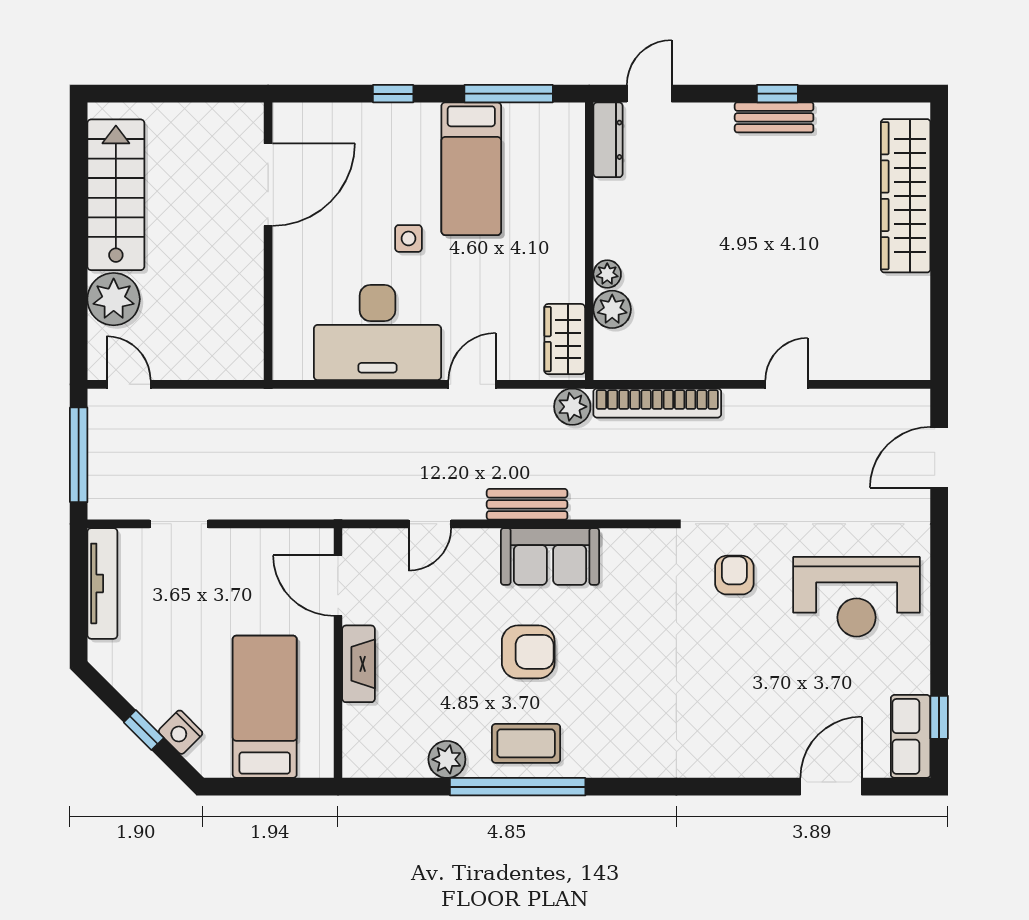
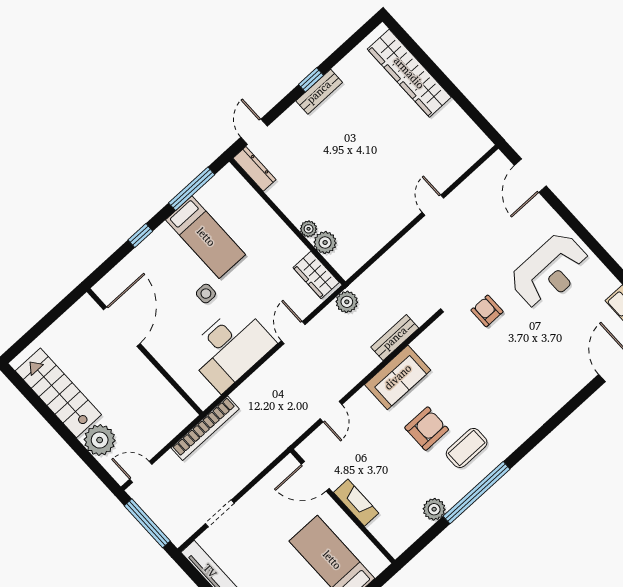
bookcase: (657, 403) -> (205, 428), moved
bench: (527, 504) -> (395, 338), moved
coffee table: (526, 743) -> (467, 448), moved

